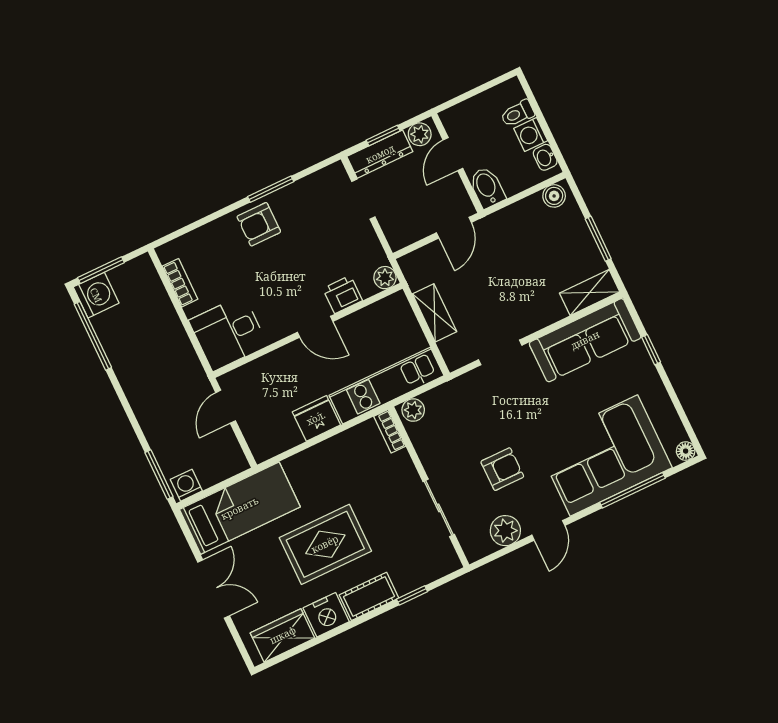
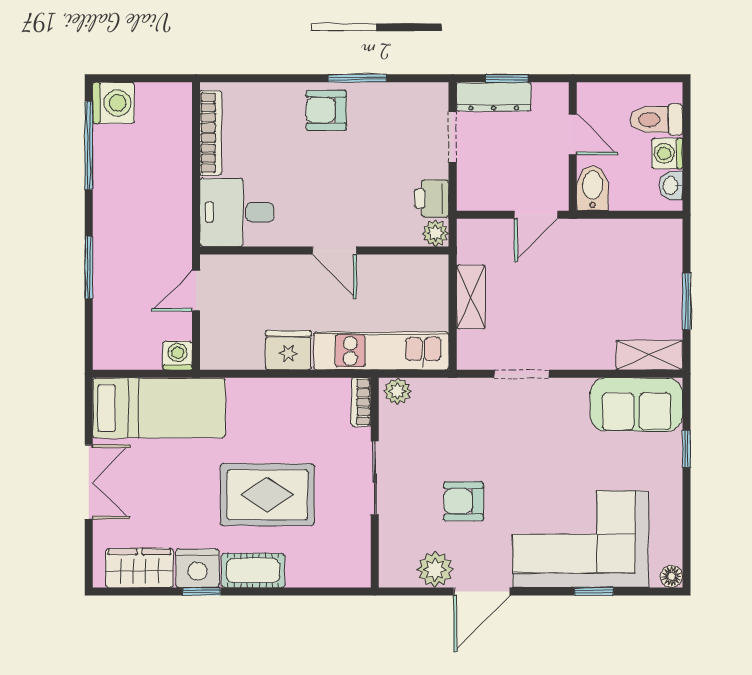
toilet: (517, 113) -> (656, 120), width x1.37, depth x1.39
plant: (420, 134) -> (547, 96), removed
door: (453, 154) -> (573, 134), swing flipped
boiler: (554, 196) -> (661, 232), removed
window: (101, 270) -> (131, 78), removed
bookcase: (180, 283) -> (211, 133), width x1.56
printer: (343, 294) -> (432, 199), moved, turned -90
sofa: (585, 340) -> (637, 404), width x0.73
armchair: (502, 469) -> (464, 501), turned 180
window: (159, 475) -> (89, 267), moved
washing machine: (186, 485) -> (178, 355), moved
window: (633, 490) -> (594, 591), width x0.46
sliding door: (439, 508) -> (375, 478), moved
door: (548, 530) -> (482, 591), width x1.38
rug: (325, 544) -> (267, 495), moved
window: (412, 595) -> (202, 591), moved

